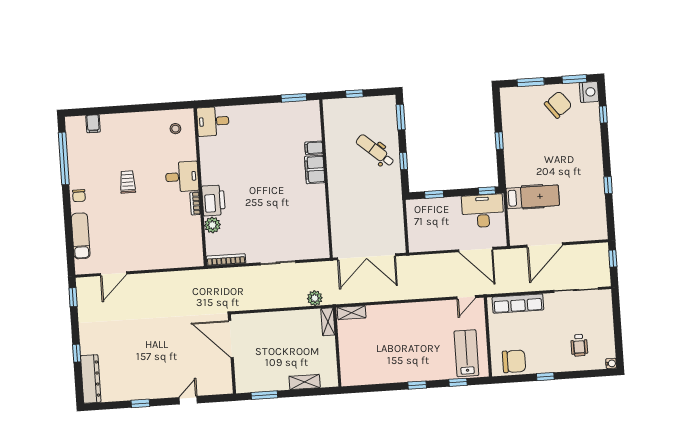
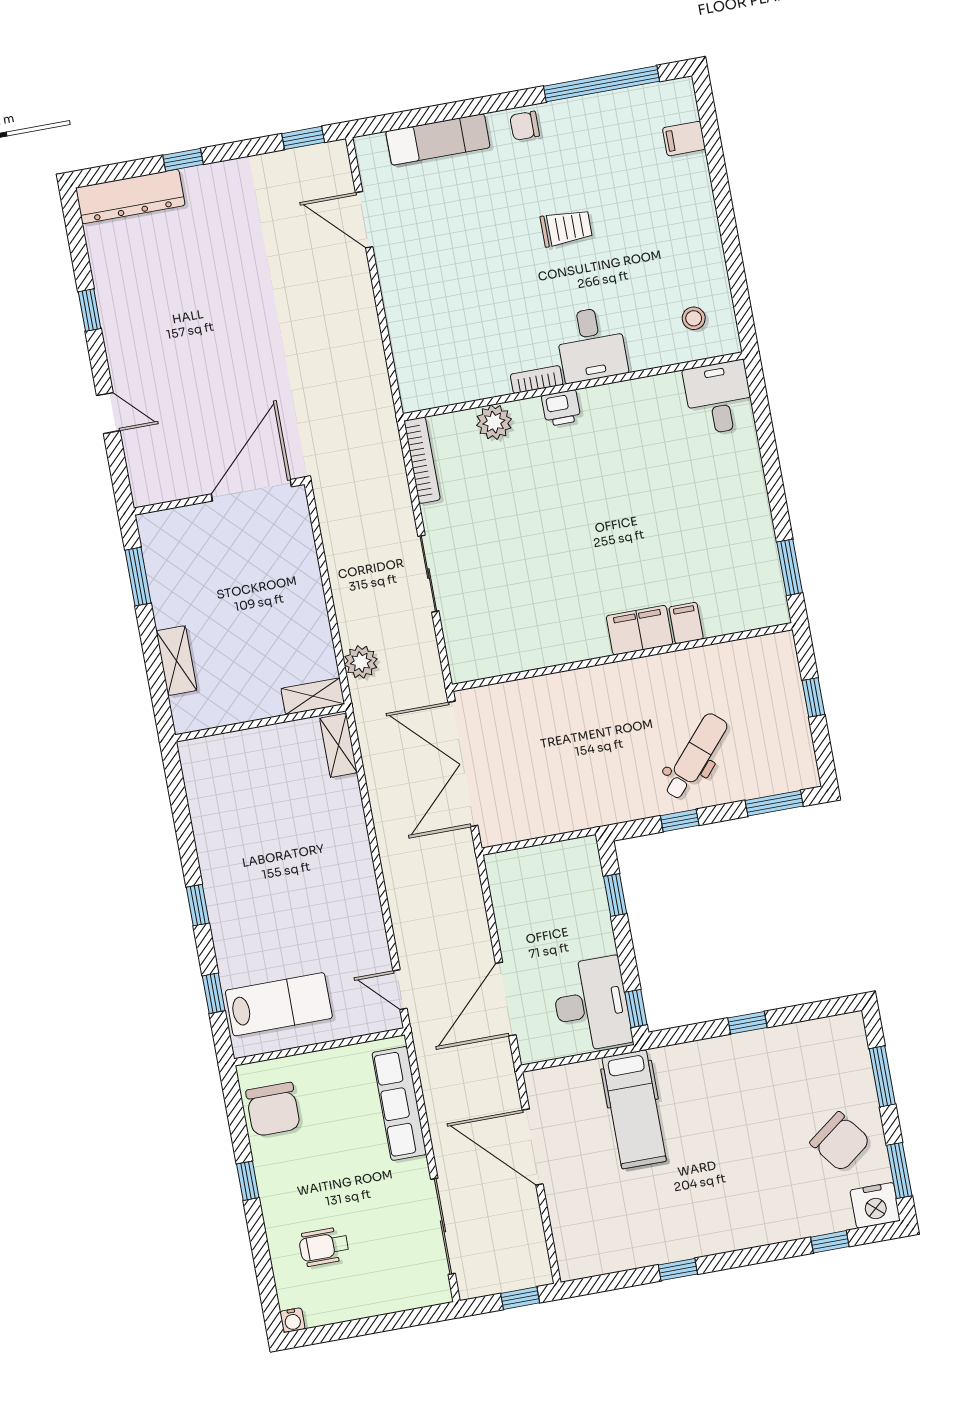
printer: (213, 200) -> (561, 408), width x0.53, depth x0.68

